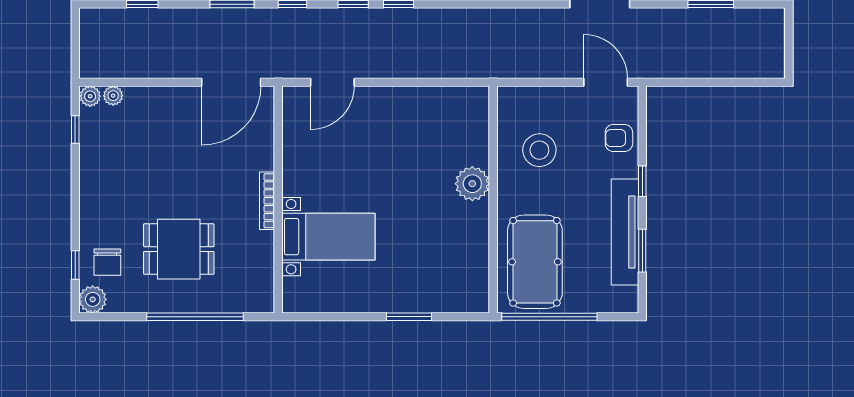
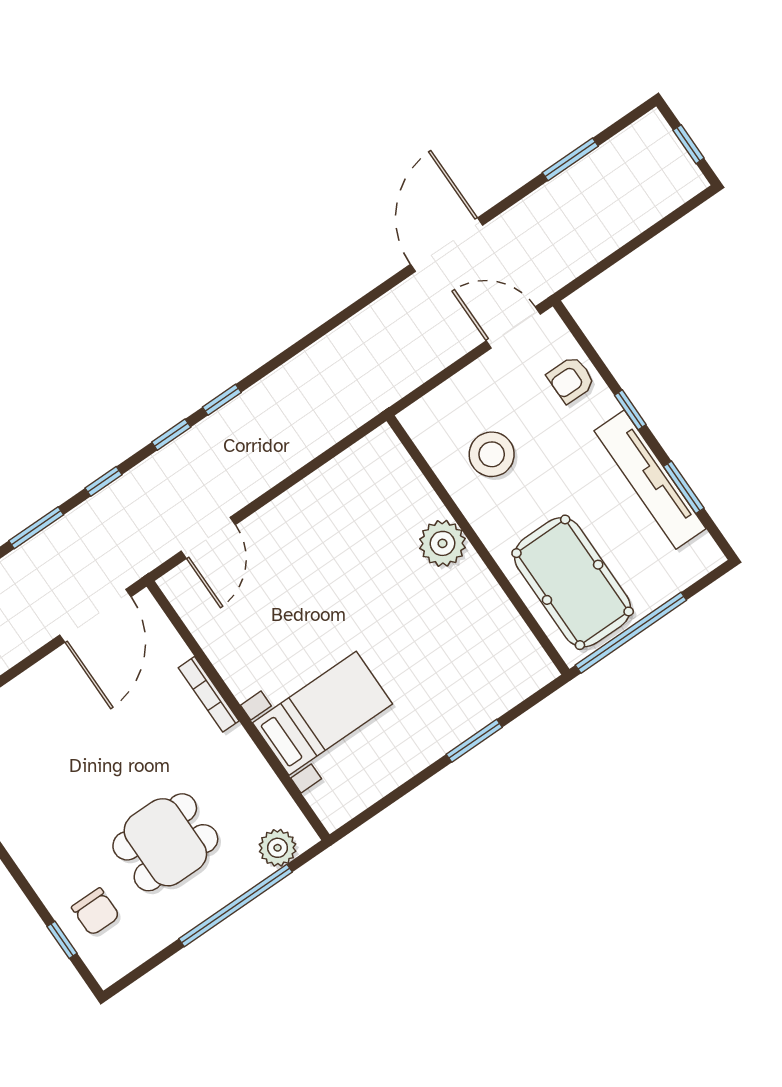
window: (789, 44) -> (689, 144), added
bookcase: (267, 201) -> (209, 694), moved
plant: (93, 299) -> (278, 848), moved

